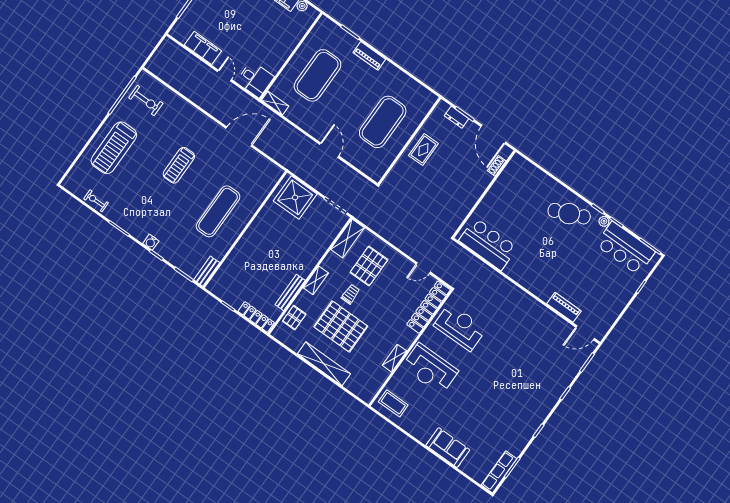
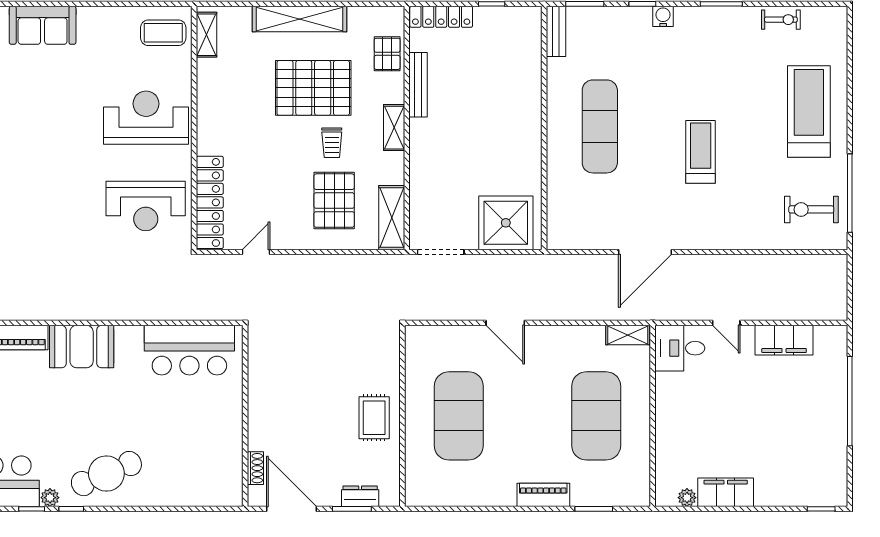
booth: (538, 282) -> (82, 347), added
shelving: (394, 358) -> (206, 35), moved

